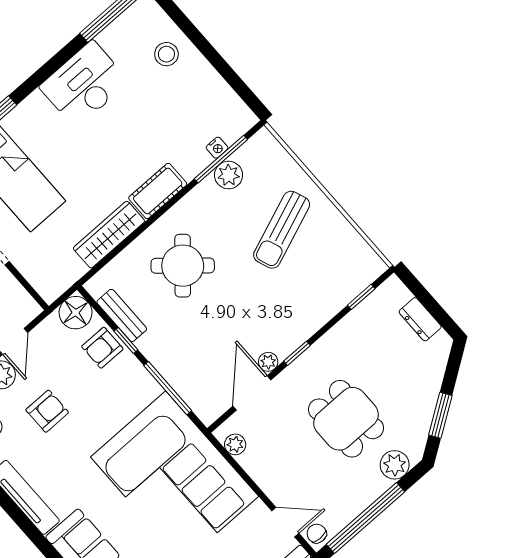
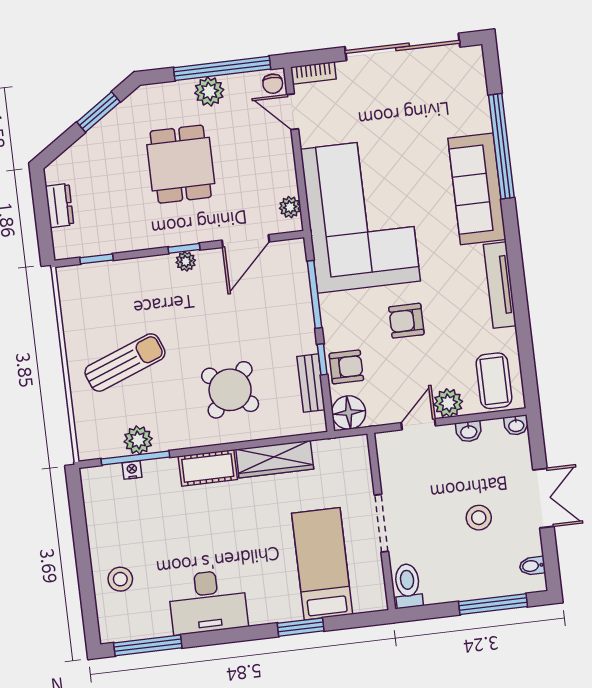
plant: (268, 362) -> (186, 261), moved
armchair: (47, 411) -> (406, 321), moved
plant: (395, 465) -> (209, 91), moved

